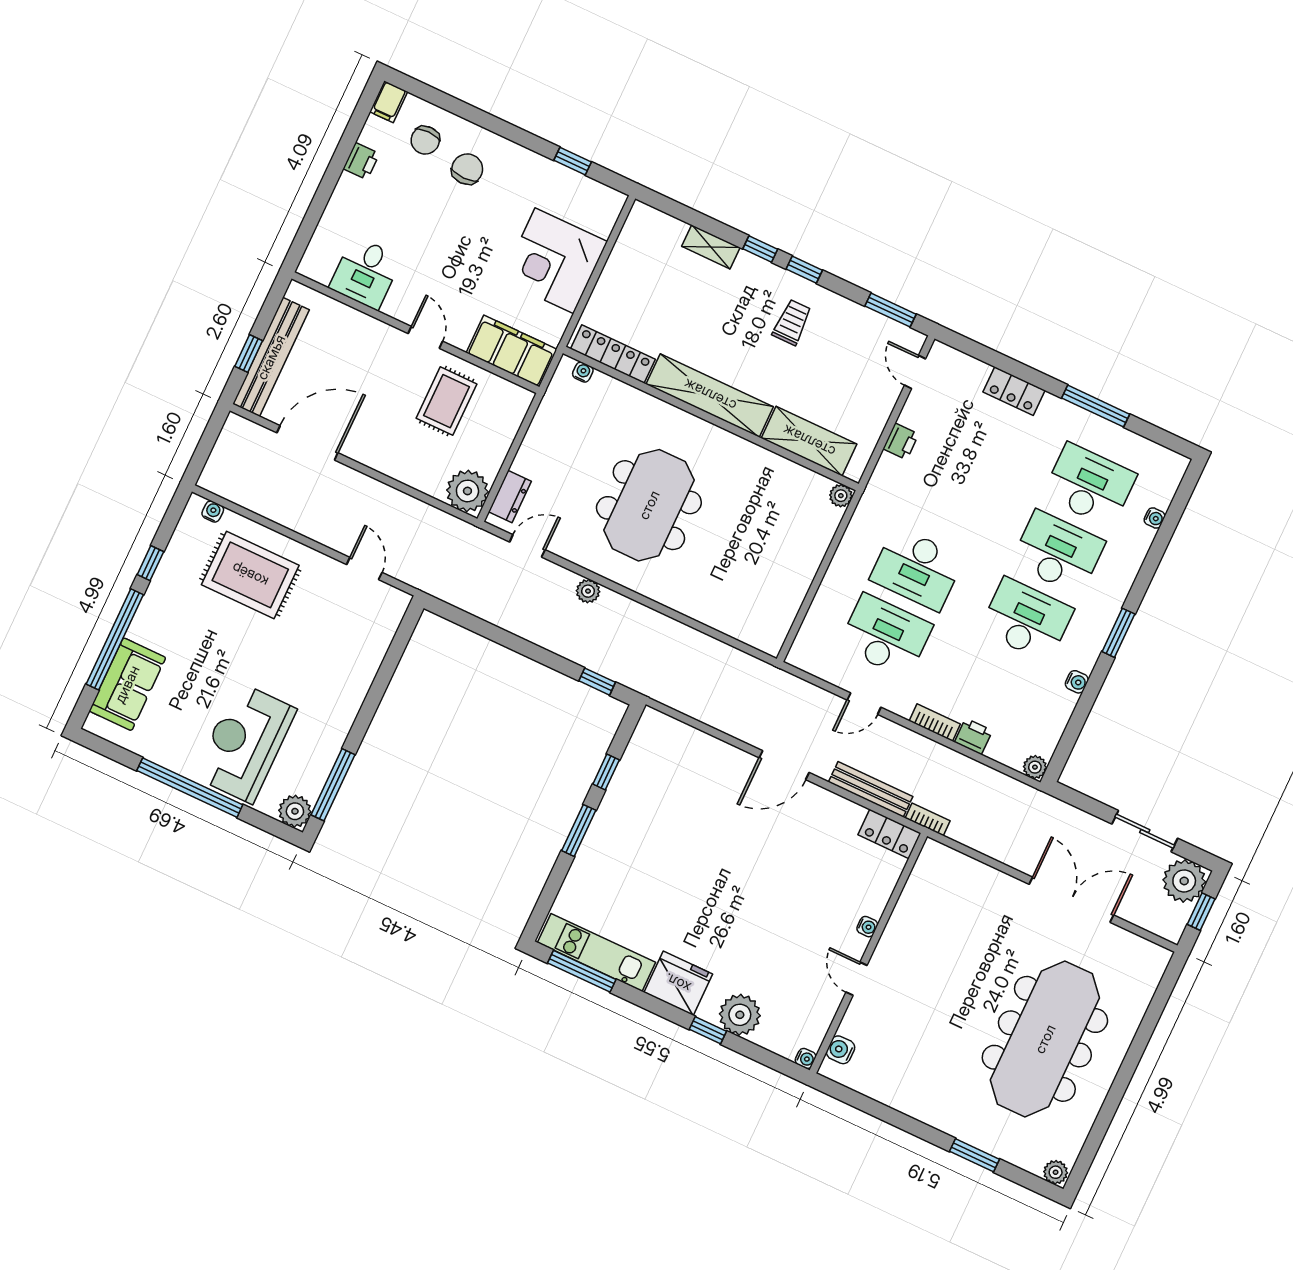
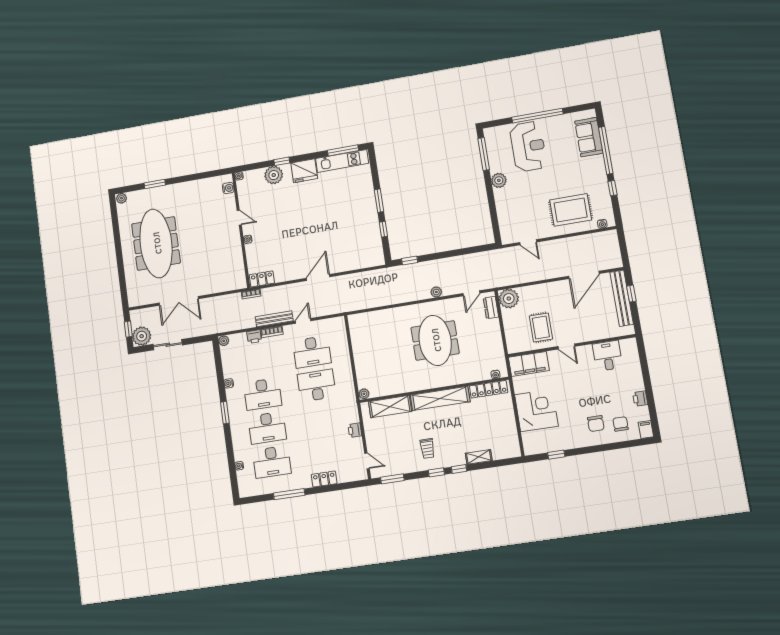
bench: (871, 789) -> (274, 319), moved
plant: (295, 811) -> (499, 180), moved

